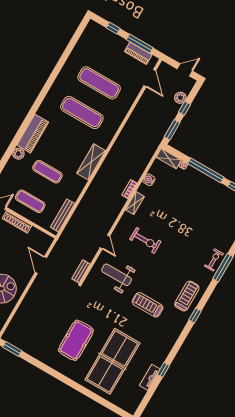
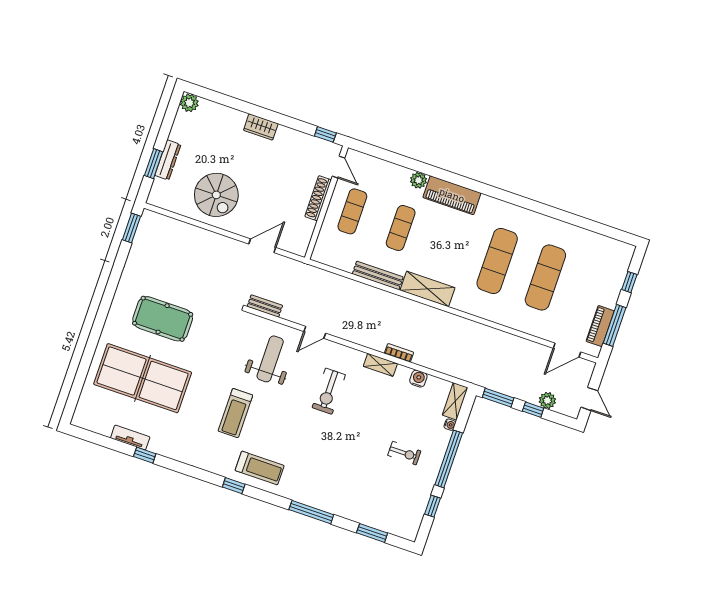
bench: (63, 215) -> (378, 275), moved
exercise bike: (214, 260) -> (404, 453), moved
treadmill: (148, 305) -> (235, 413), turned 180

